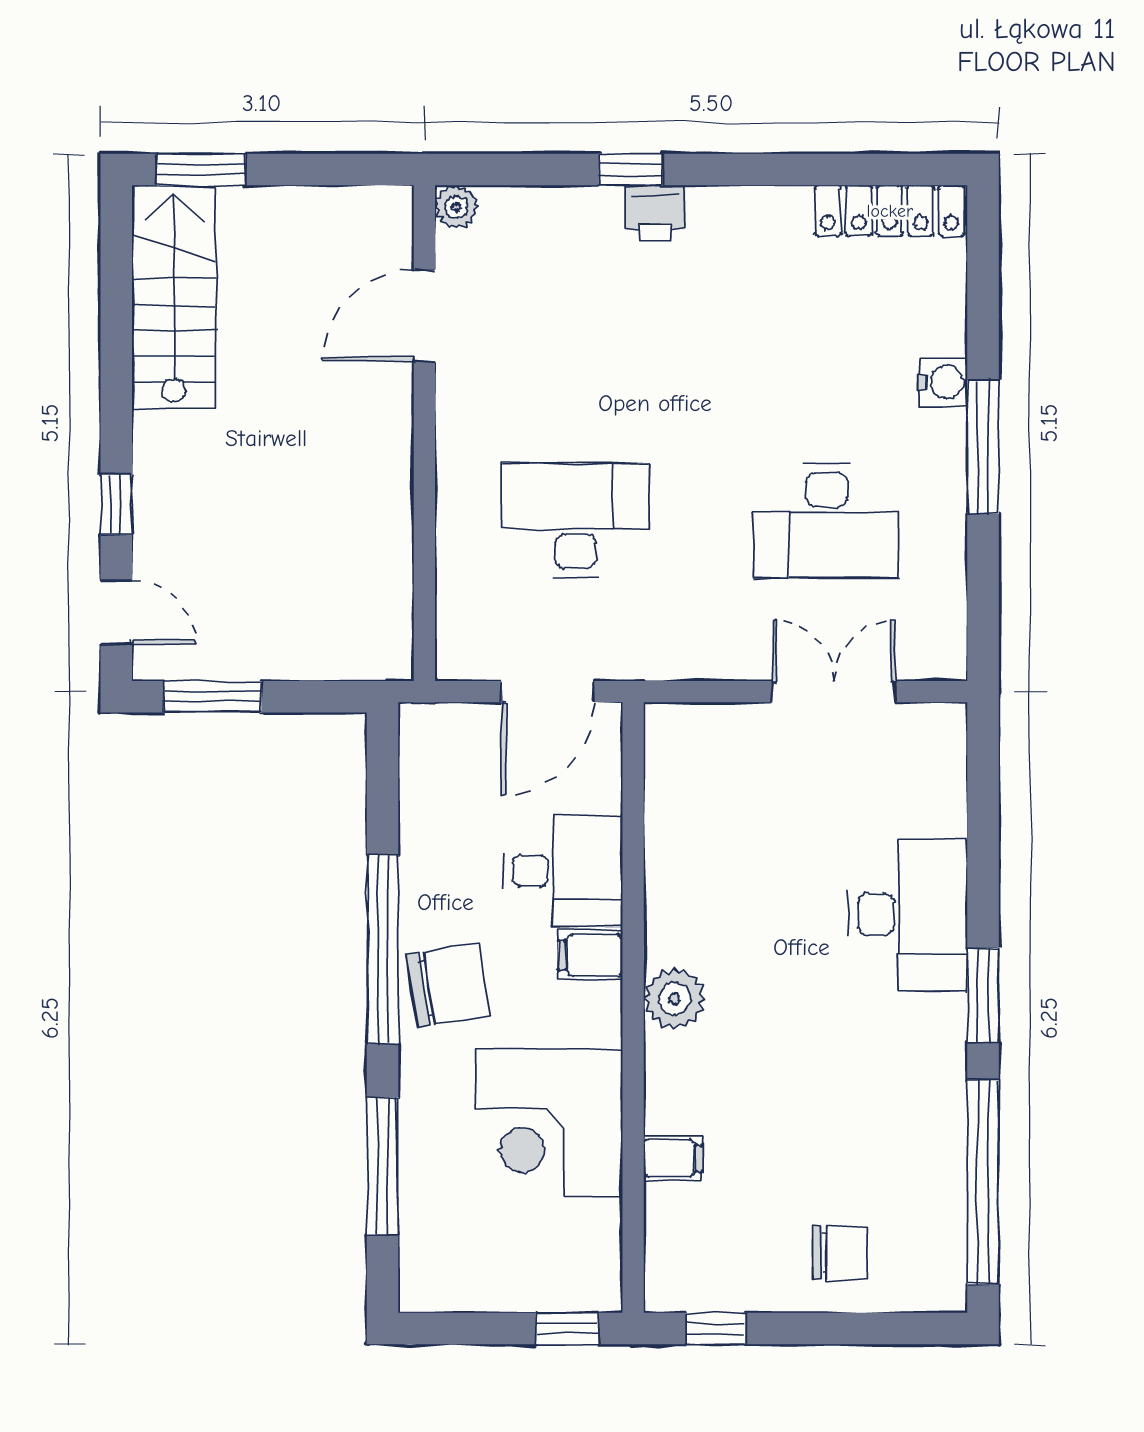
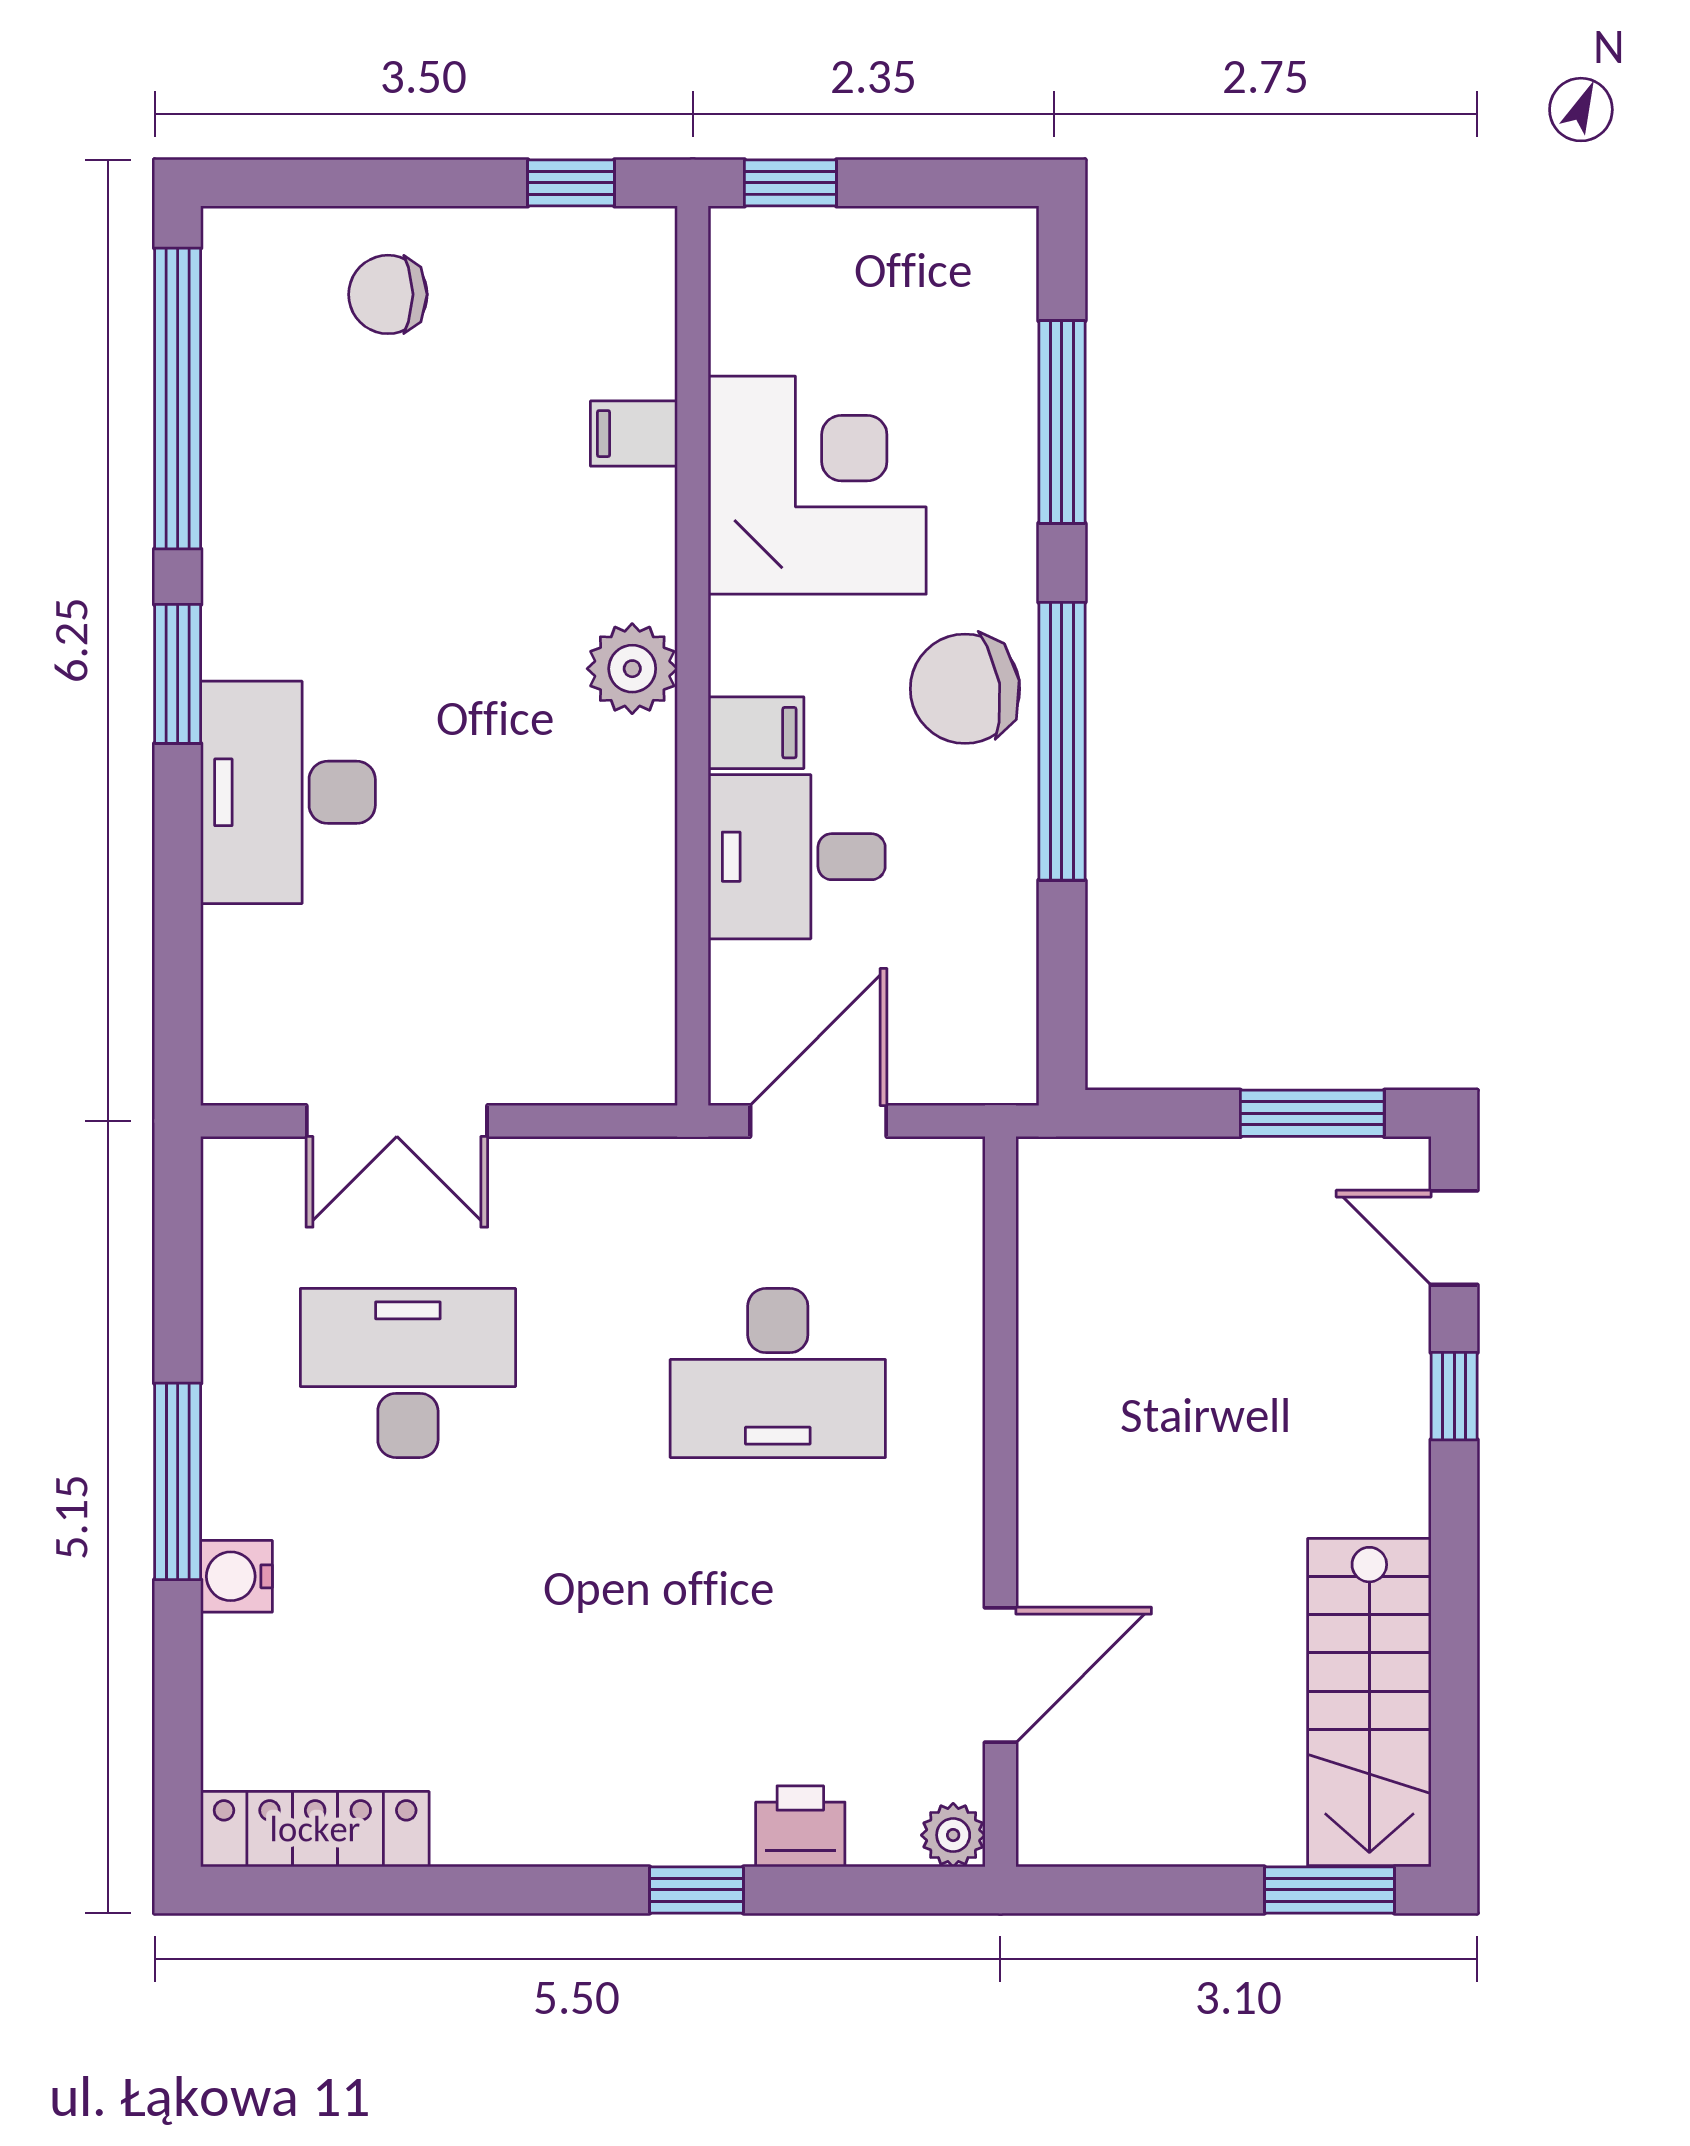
printer: (655, 213) -> (800, 1826), moved

